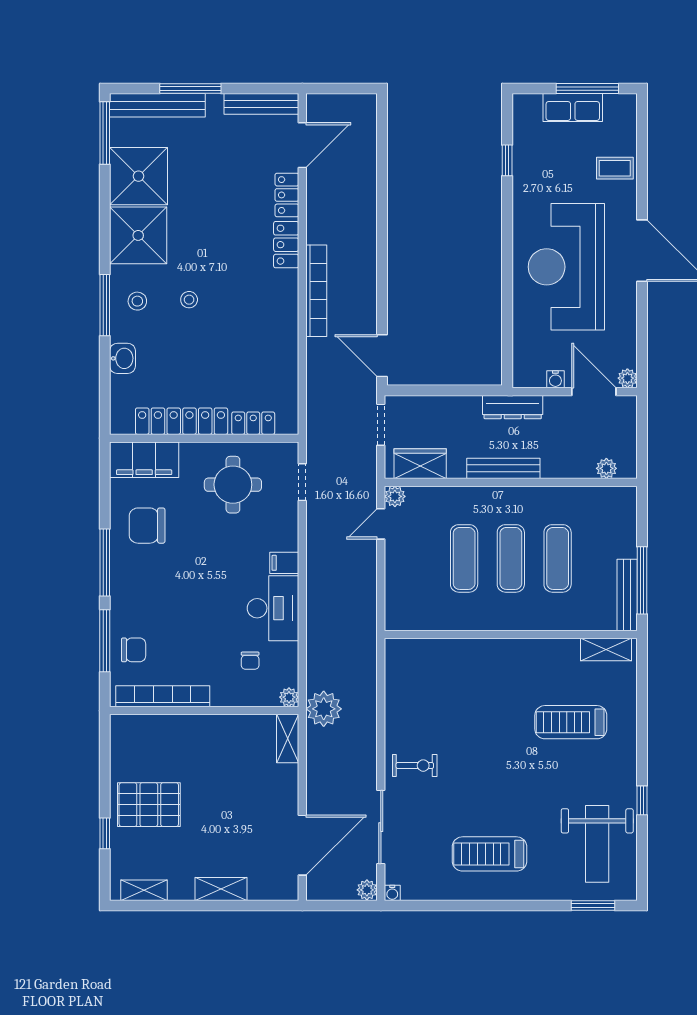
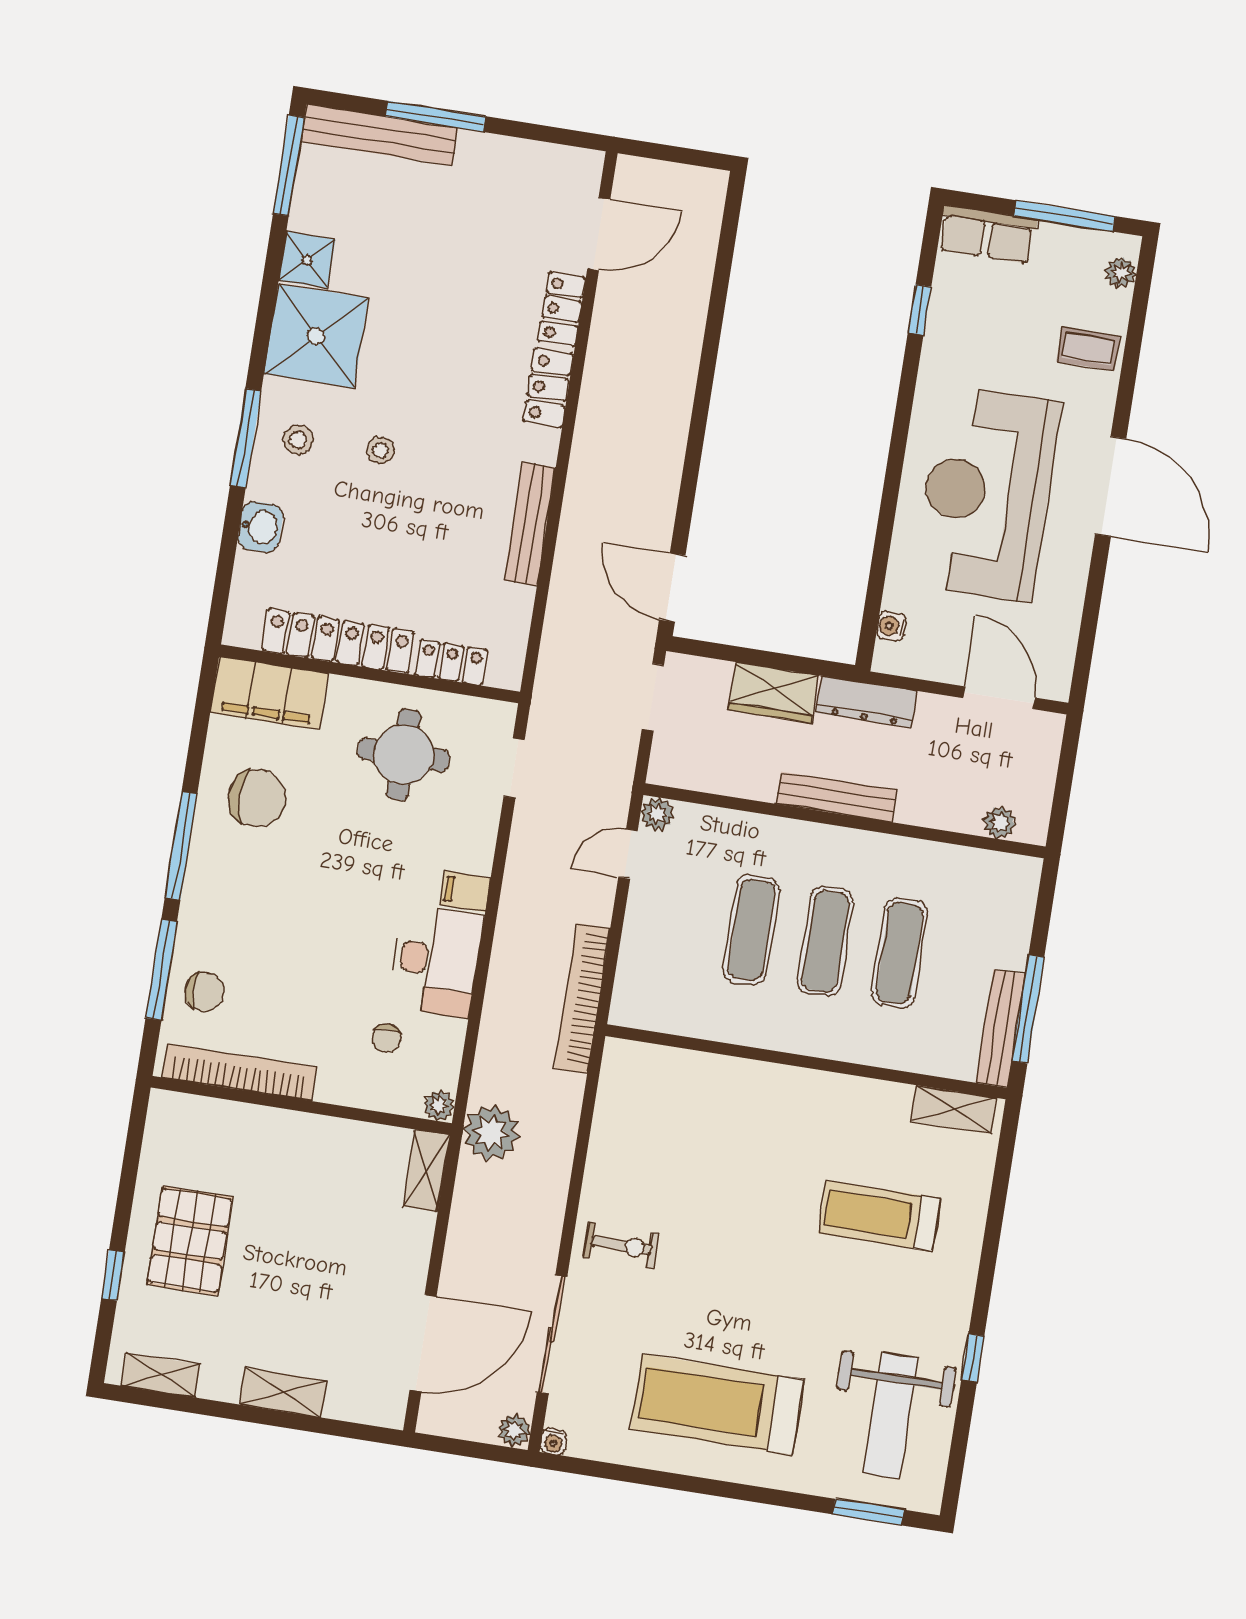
bench: (261, 104) -> (530, 524), moved, turned 90
row of seats: (573, 108) -> (987, 235), moved
shower: (139, 176) -> (307, 260), width x0.54, depth x0.54
bookcase: (316, 291) -> (582, 998), moved, turned 180
plant: (627, 378) -> (1121, 273), moved
water cooler: (555, 379) -> (891, 626), moved, turned 90
wardrobe: (420, 464) -> (774, 693), moved, turned 180
chair: (147, 526) -> (257, 798), turned 180
pallet: (149, 805) -> (190, 1241), turned 90
treadmill: (489, 854) -> (717, 1404), width x1.37, depth x1.38

